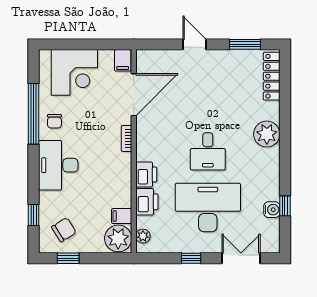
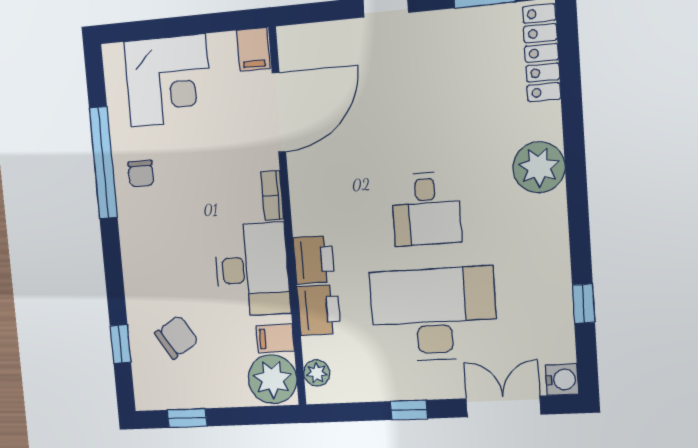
desk: (58, 165) -> (252, 270), moved, turned 180
water cooler: (272, 210) -> (562, 380), moved
chair: (64, 230) -> (176, 337), moved

